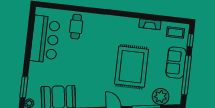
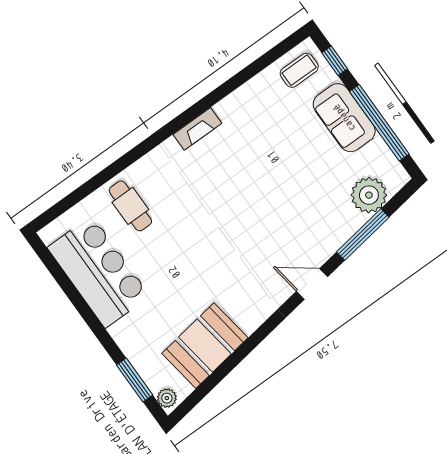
fireplace: (150, 24) -> (197, 129), moved
rug: (132, 67) -> (278, 189), removed

